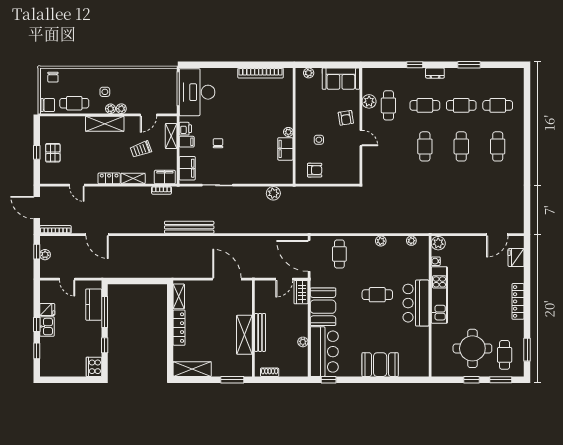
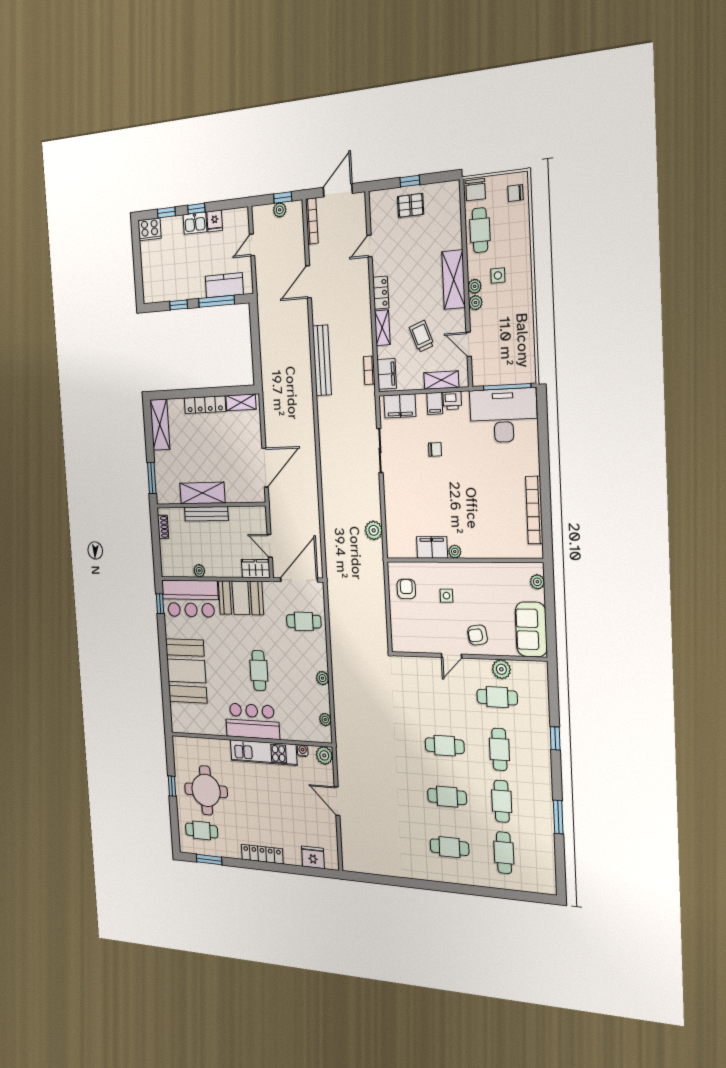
dresser: (435, 73) -> (545, 767), removed
armchair: (315, 170) -> (406, 589), turned 180
bench: (189, 227) -> (322, 360), moved
door: (497, 235) -> (337, 801), moved
booth: (380, 365) -> (186, 671), width x1.36, depth x1.42
cooker: (94, 367) -> (150, 229), moved, turned 180
window: (501, 380) -> (174, 823), removed

